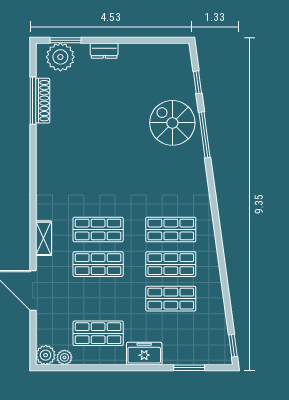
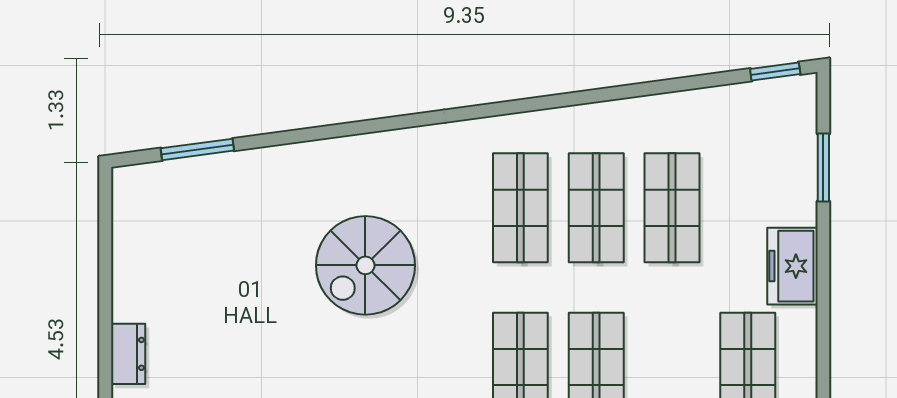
window: (197, 82) -> (197, 149), width x1.50
spiral stairs: (172, 123) -> (365, 265), moved
window: (205, 135) -> (313, 134), removed

